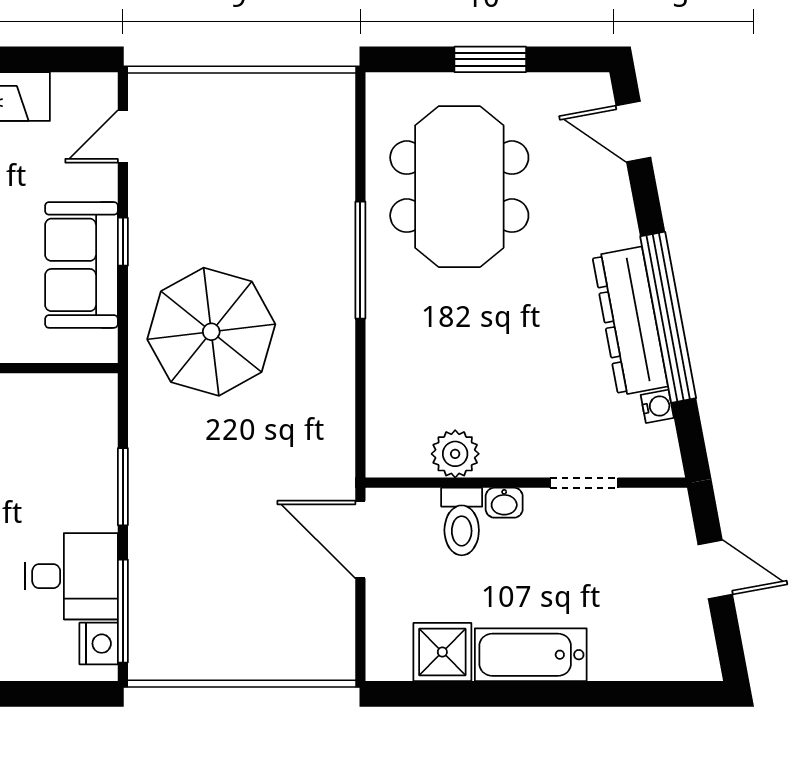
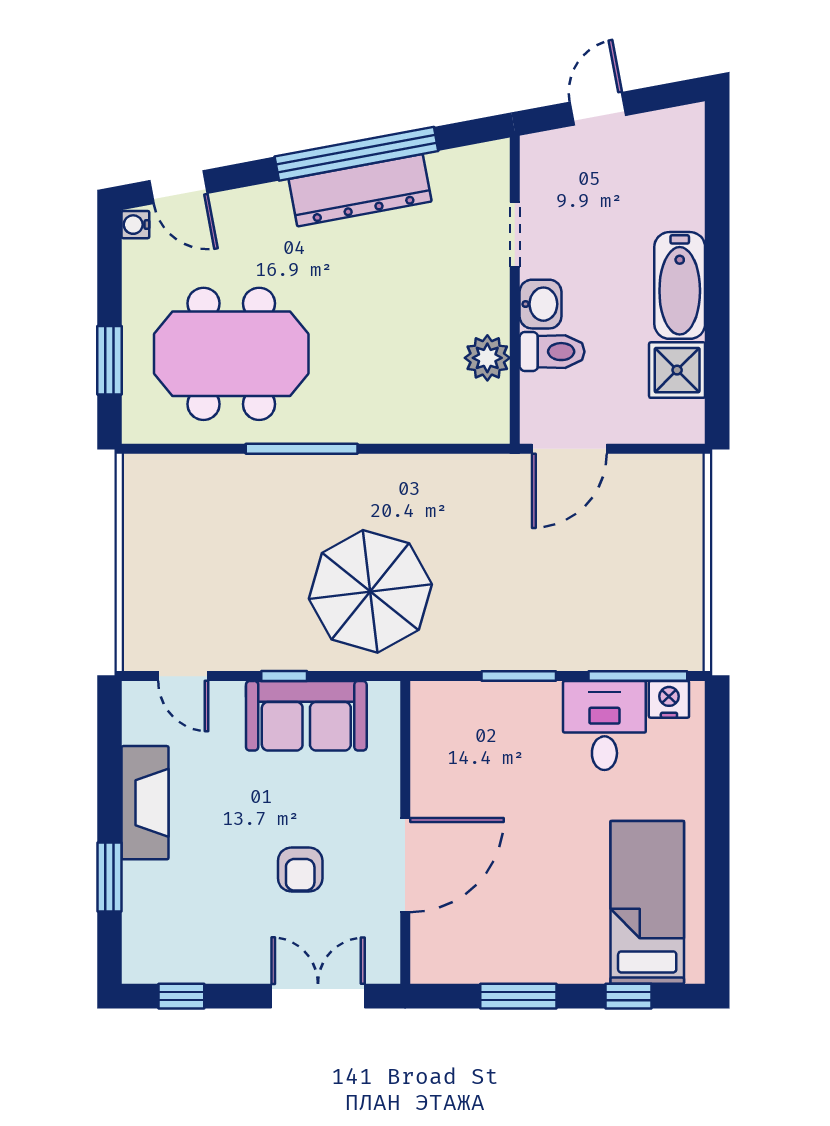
window: (490, 59) -> (109, 360), moved
door: (633, 131) -> (178, 187), hinge flipped
water cooler: (657, 406) -> (135, 225), moved, turned -79
washbasin: (504, 503) -> (541, 304), width x1.38, depth x1.45

